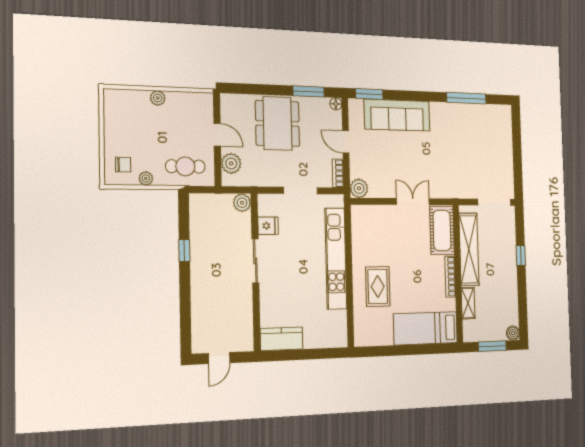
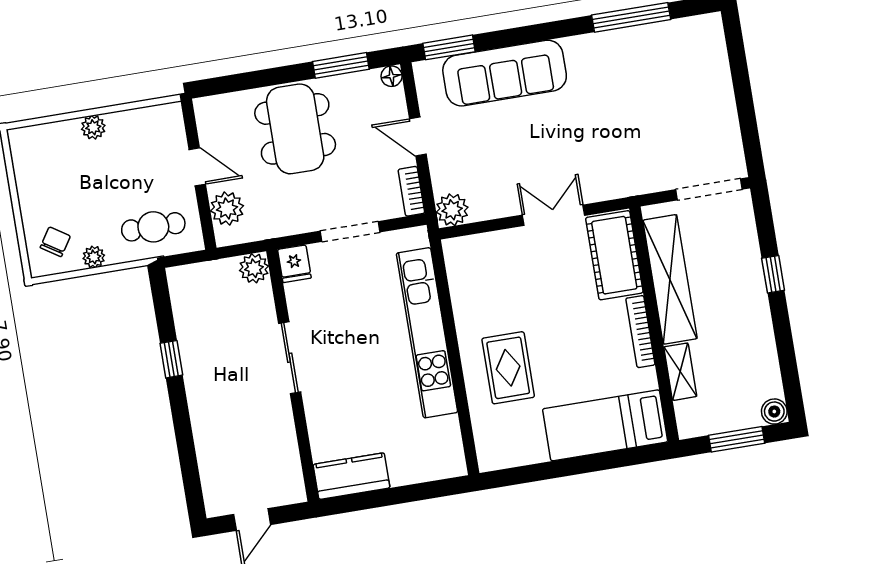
chair: (123, 165) -> (55, 242), turned -57
fridge: (268, 226) -> (294, 264), moved, turned 90

